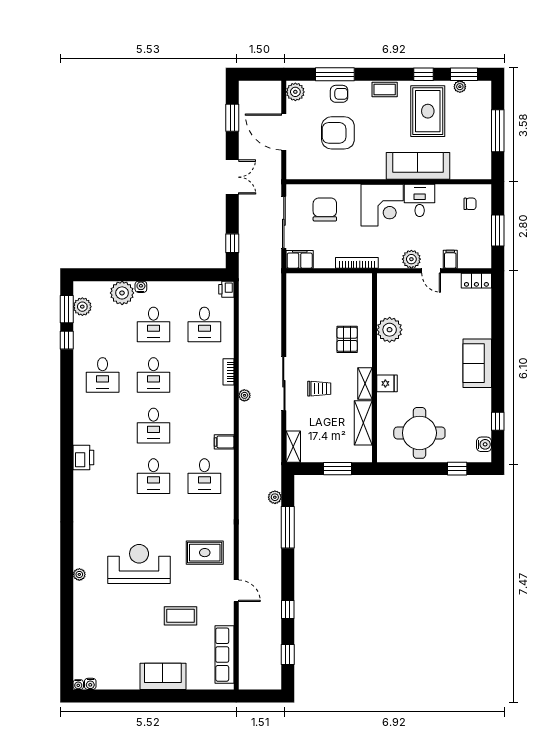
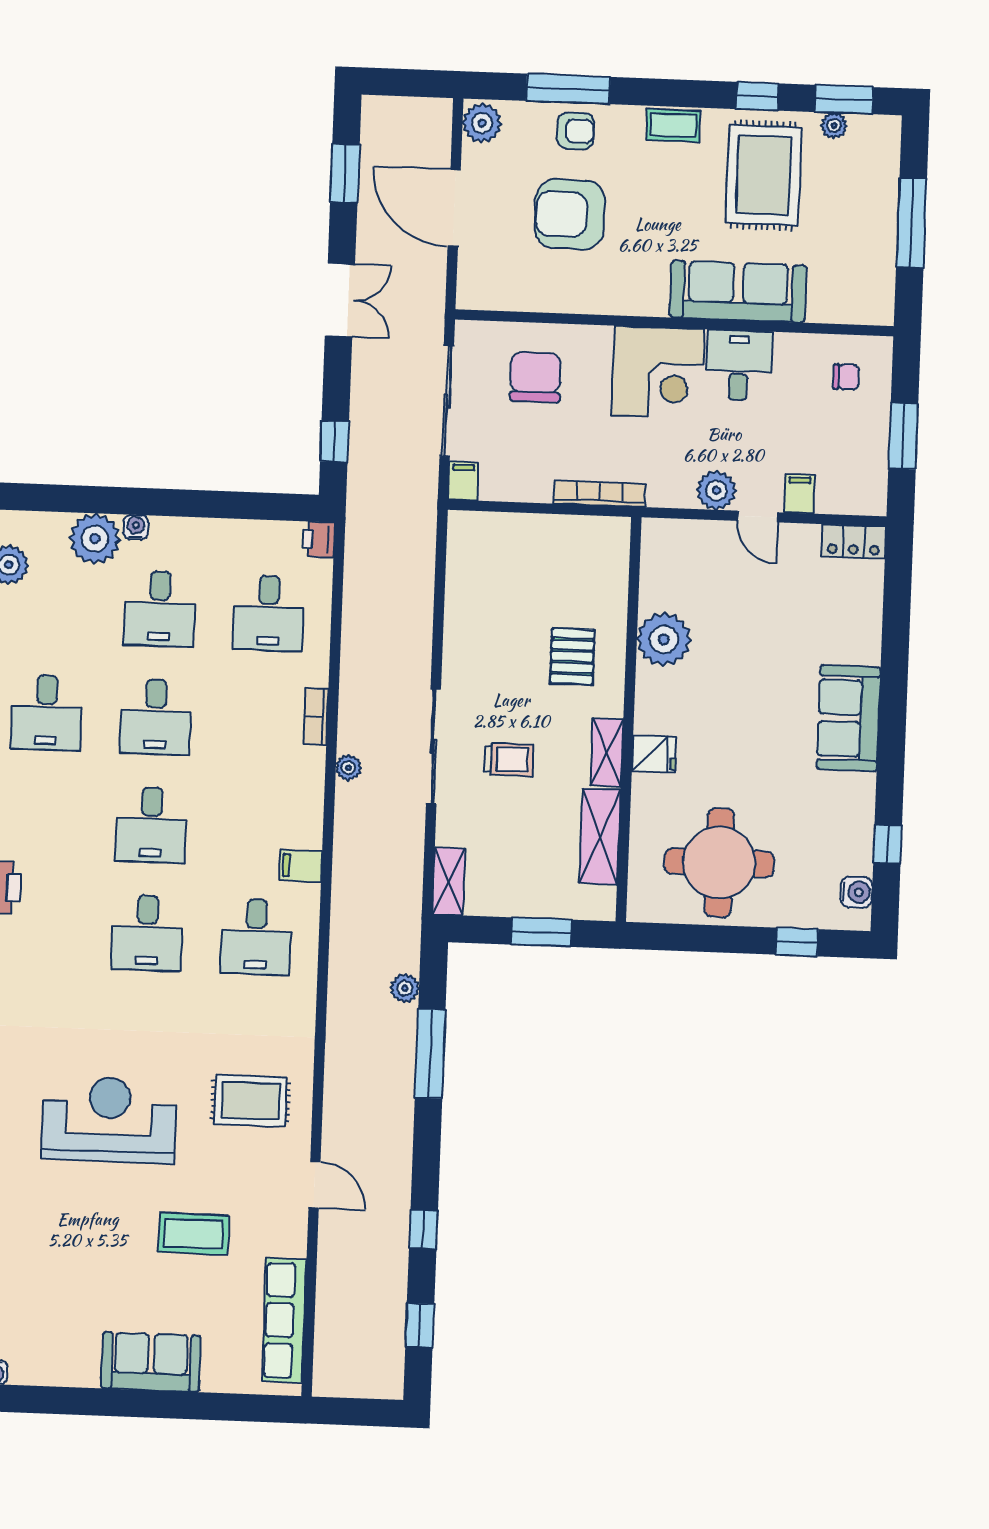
filing cabinet: (300, 259) -> (463, 481), width x0.50

